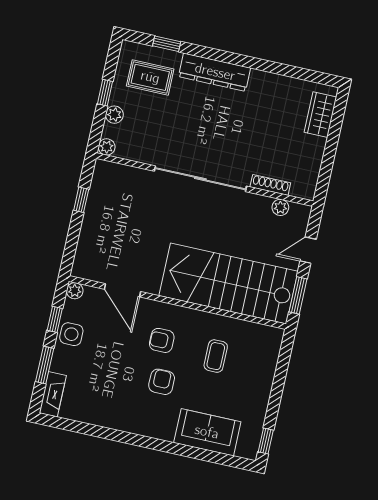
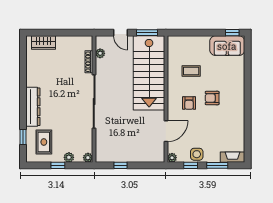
sofa: (207, 432) -> (227, 46), moved, turned -90

